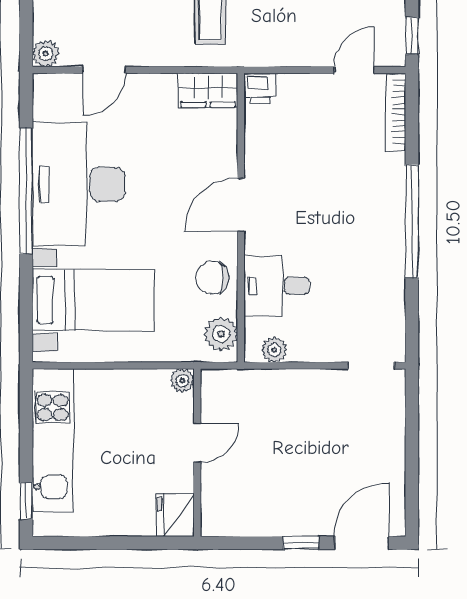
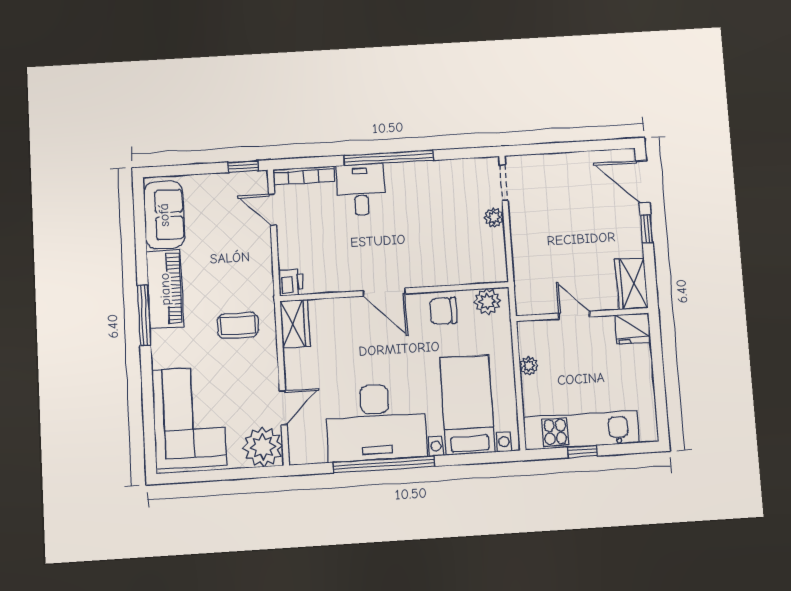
plant: (46, 54) -> (263, 447), width x1.88, depth x1.88
door: (104, 70) -> (283, 408), hinge flipped
chair: (212, 278) -> (443, 311), turned 90
desk: (277, 286) -> (361, 190), moved, turned 180
plant: (274, 350) -> (494, 217), moved
plant: (182, 380) -> (529, 366), moved
window: (26, 501) -> (582, 452), moved
wardrobe: (233, 518) -> (631, 284), added

